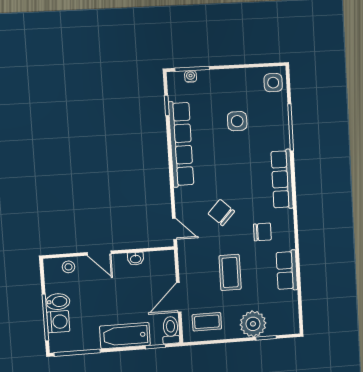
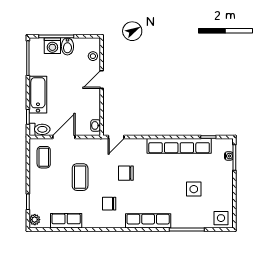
chair: (221, 213) -> (126, 173), turned -133
chair: (262, 232) -> (109, 204), turned 90
washbasin: (136, 259) -> (96, 125), moved
row of seats: (287, 270) -> (66, 221), moved
coffee table: (230, 272) -> (80, 177), turned 90
door: (179, 297) -> (64, 137), hinge flipped
plant: (253, 324) -> (35, 220), moved, width x0.53, depth x0.53

